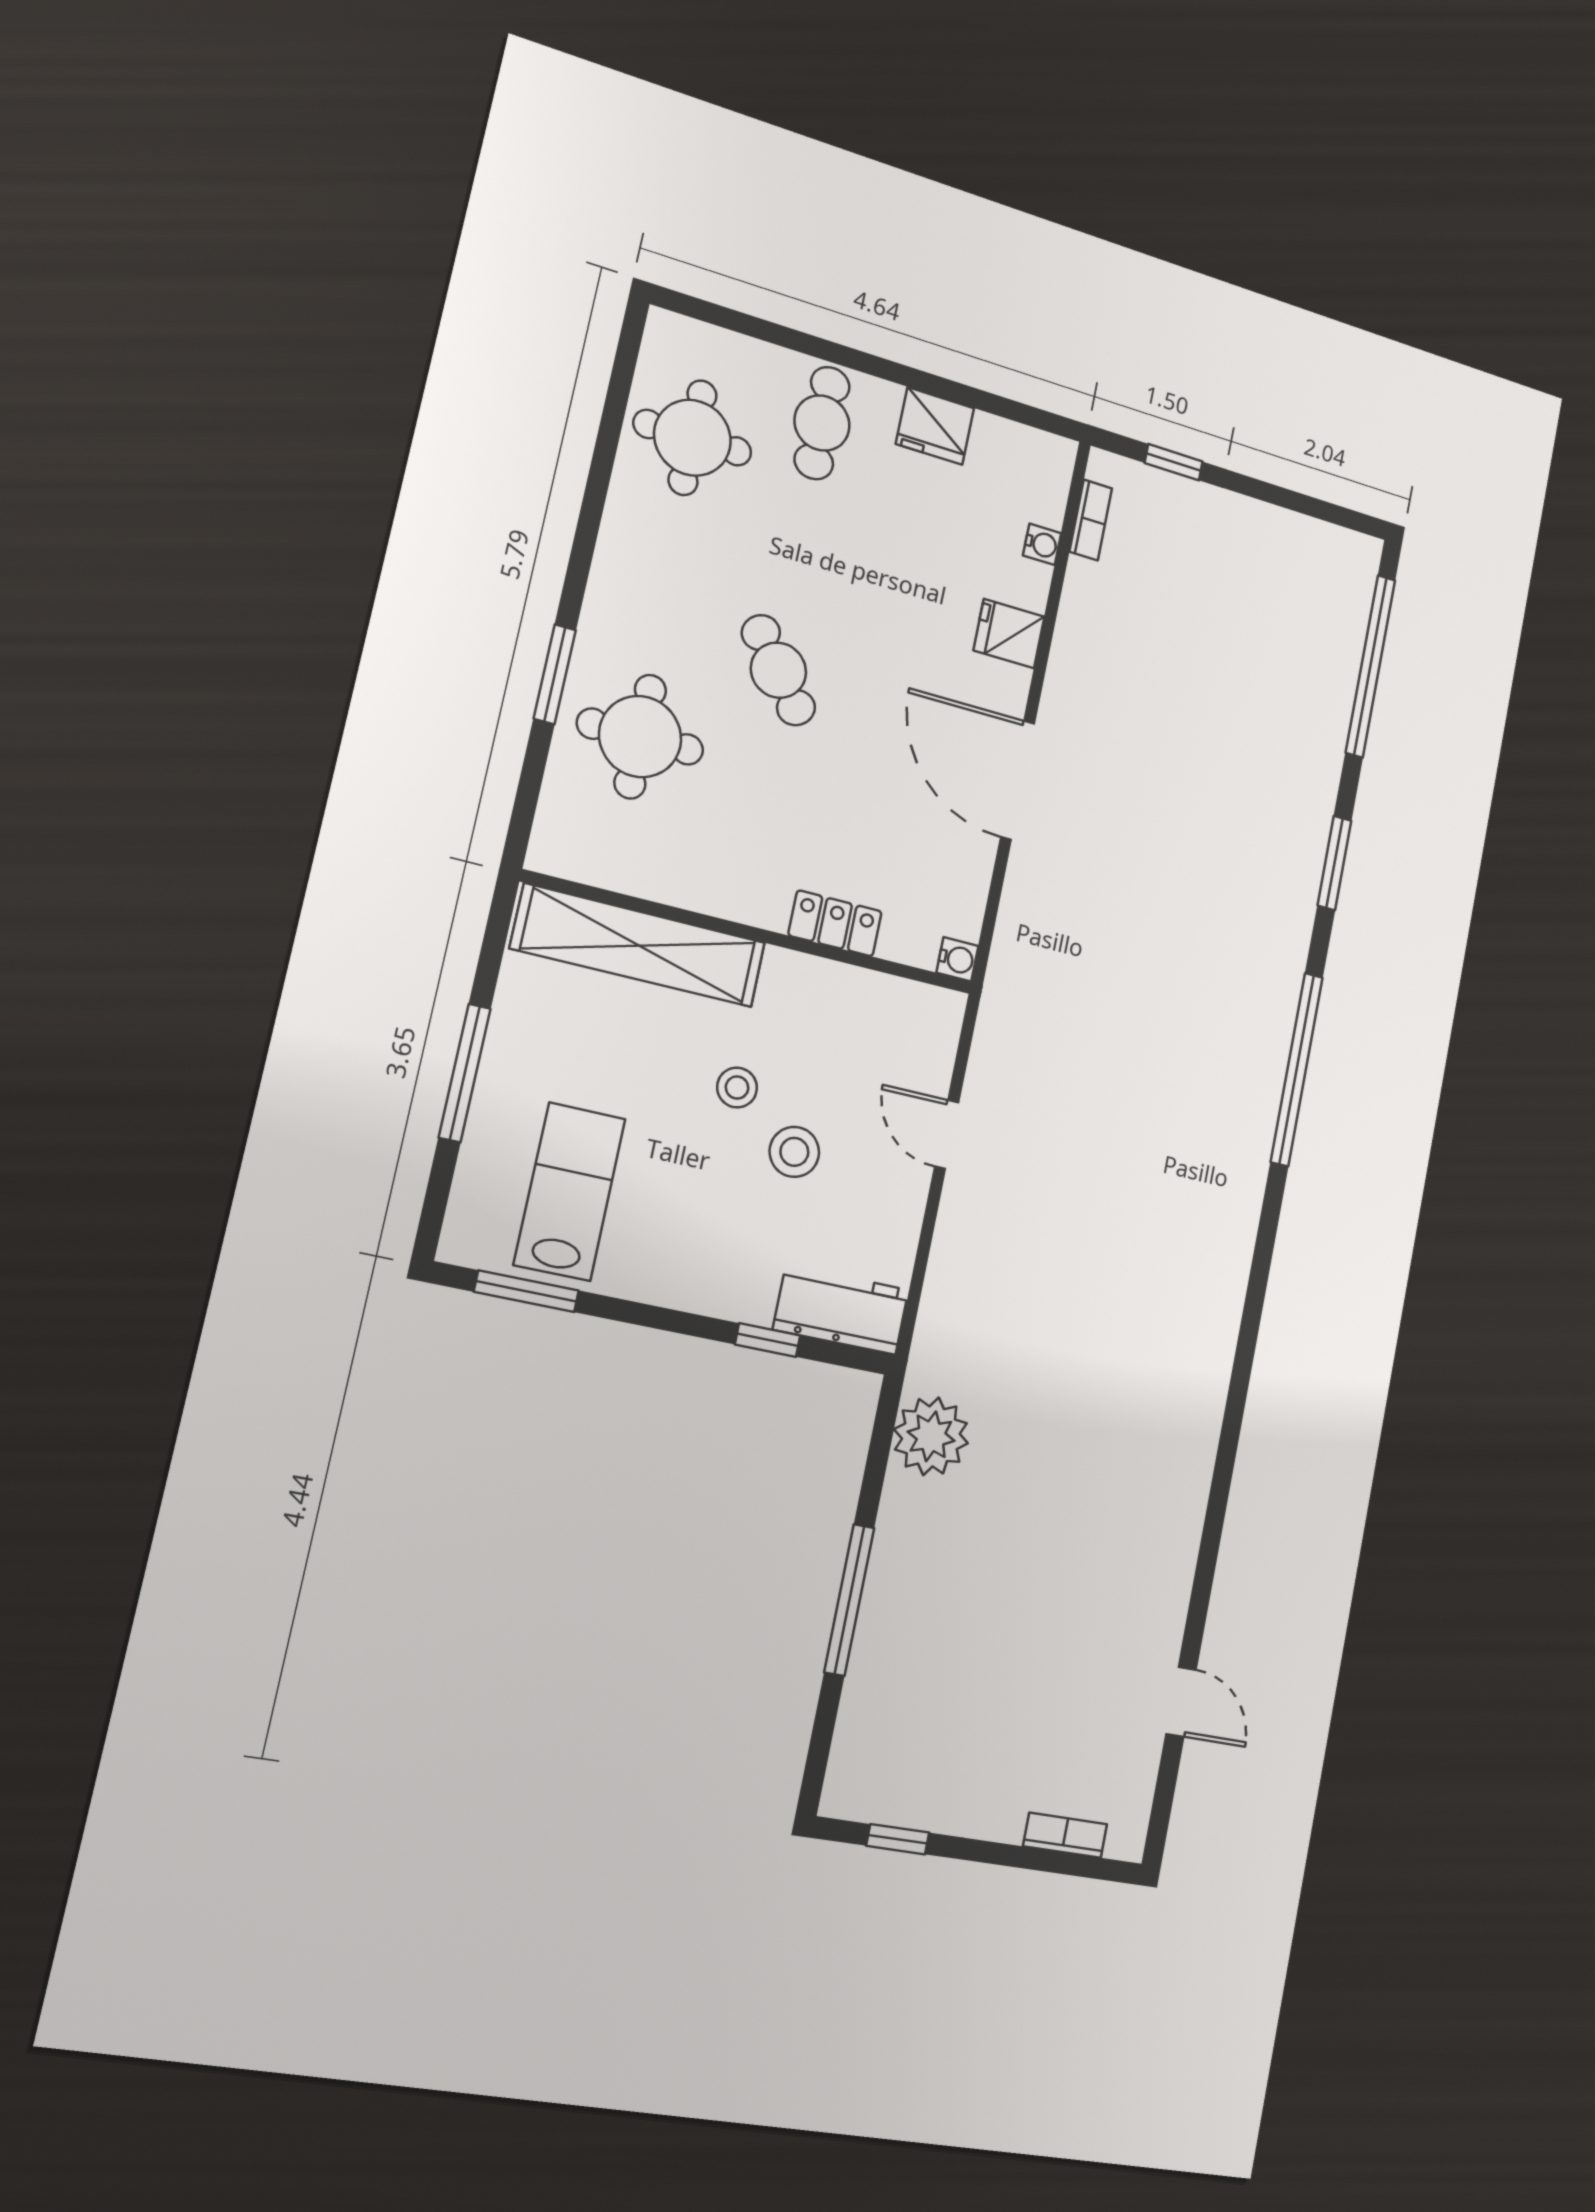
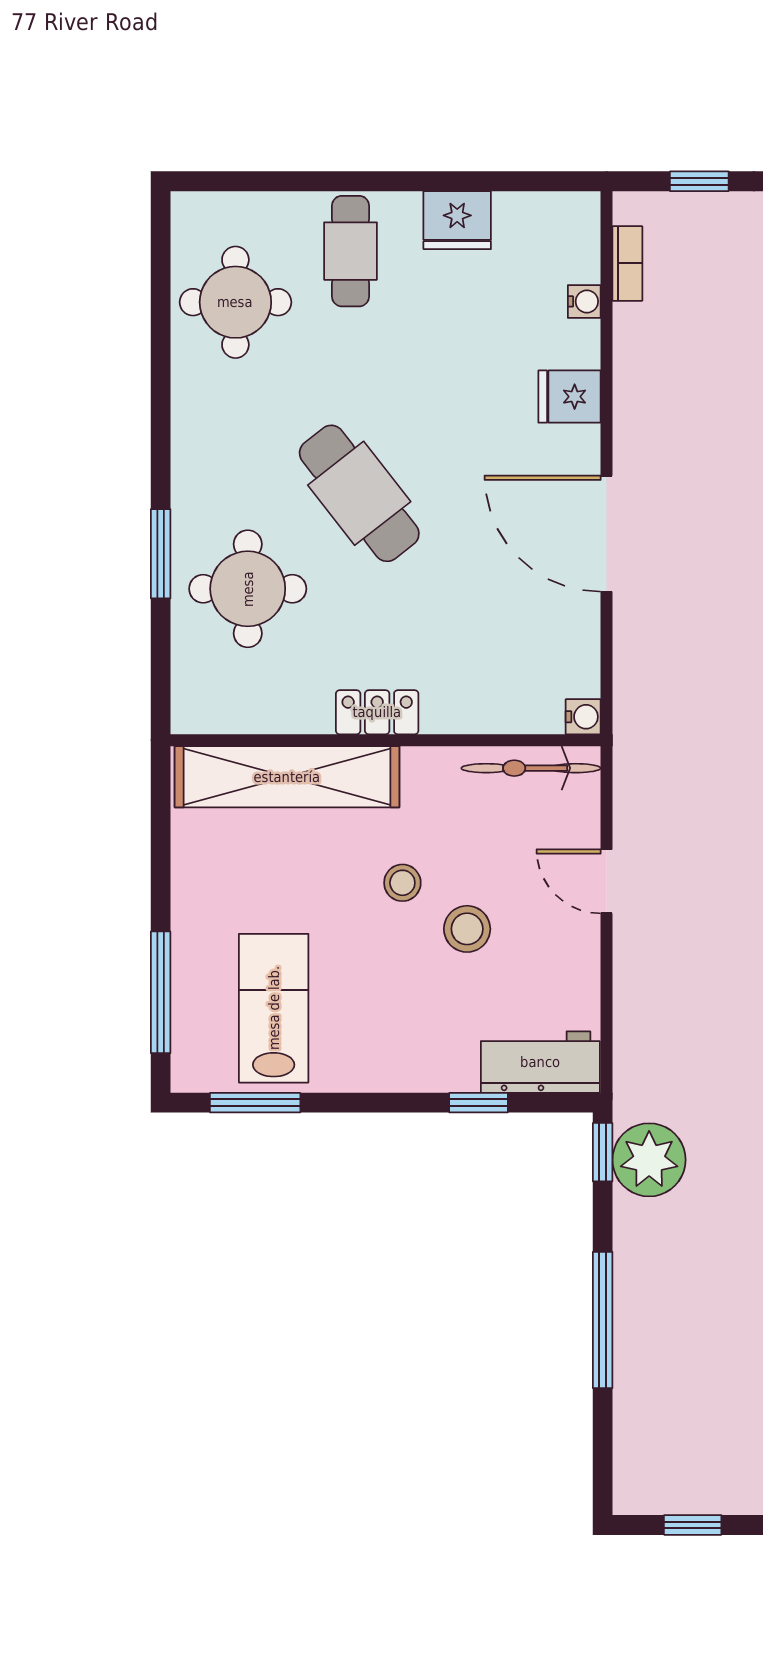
cafe table: (778, 670) -> (359, 493), width x1.37, depth x1.35
locker: (835, 923) -> (377, 712), moved
bicycle: (894, 999) -> (531, 768), added
window: (465, 1073) -> (161, 992), moved
window: (885, 1419) -> (603, 1152), added

